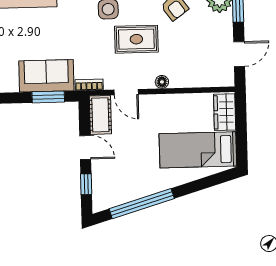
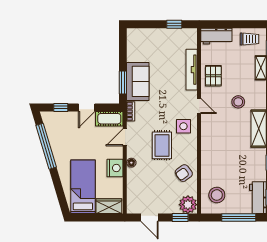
nightstand: (170, 105) -> (115, 168), added

